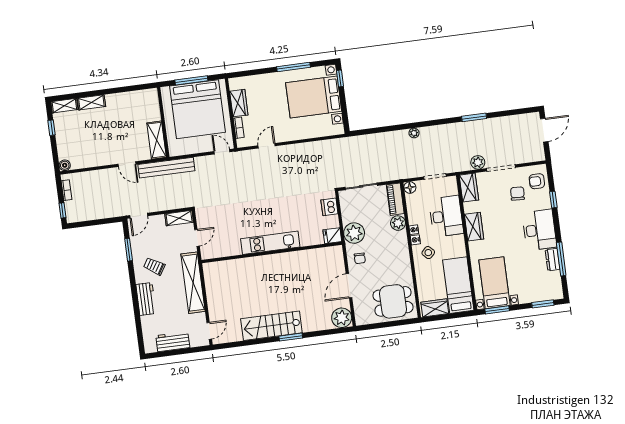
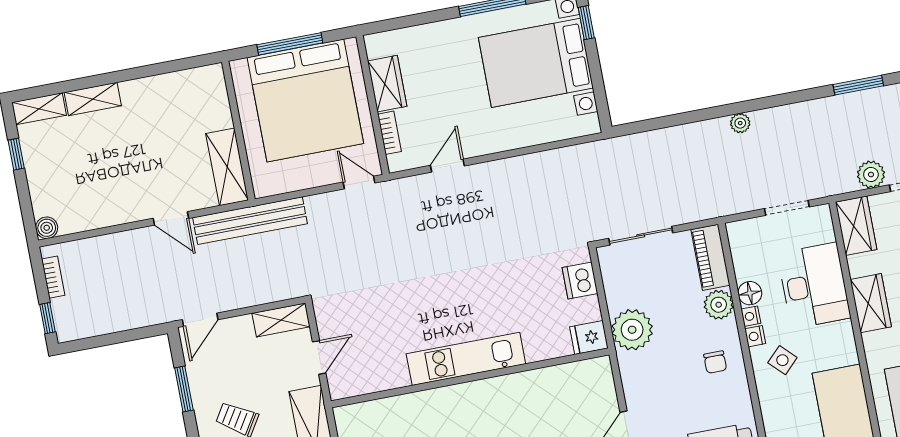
floor lamp: (410, 187) -> (750, 293), moved
chair: (360, 258) -> (715, 362), moved

